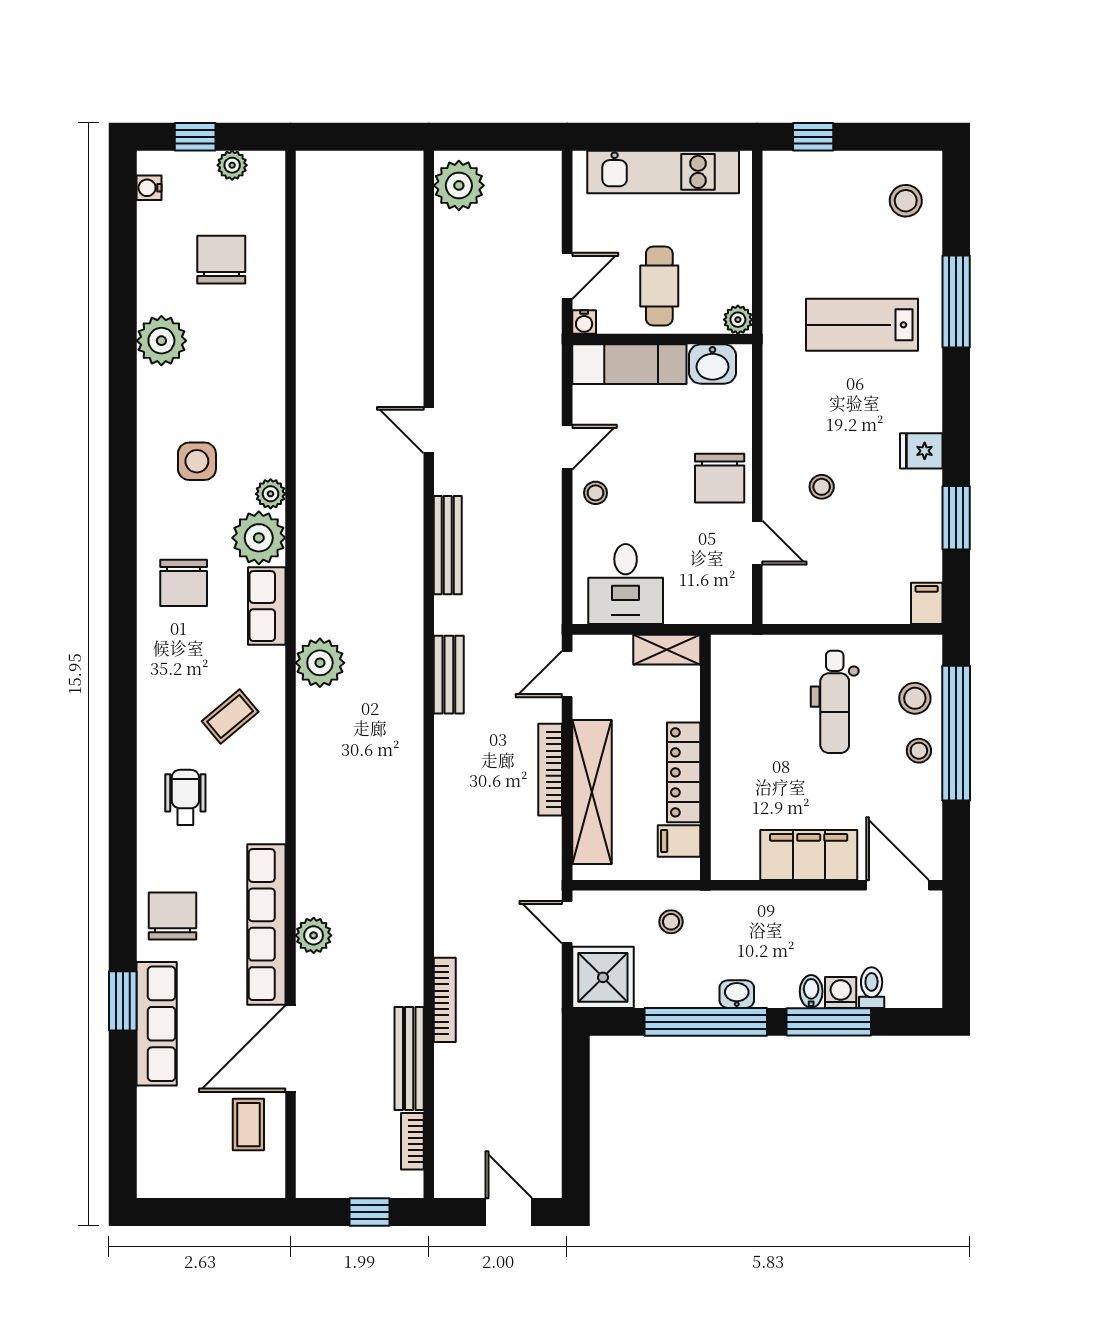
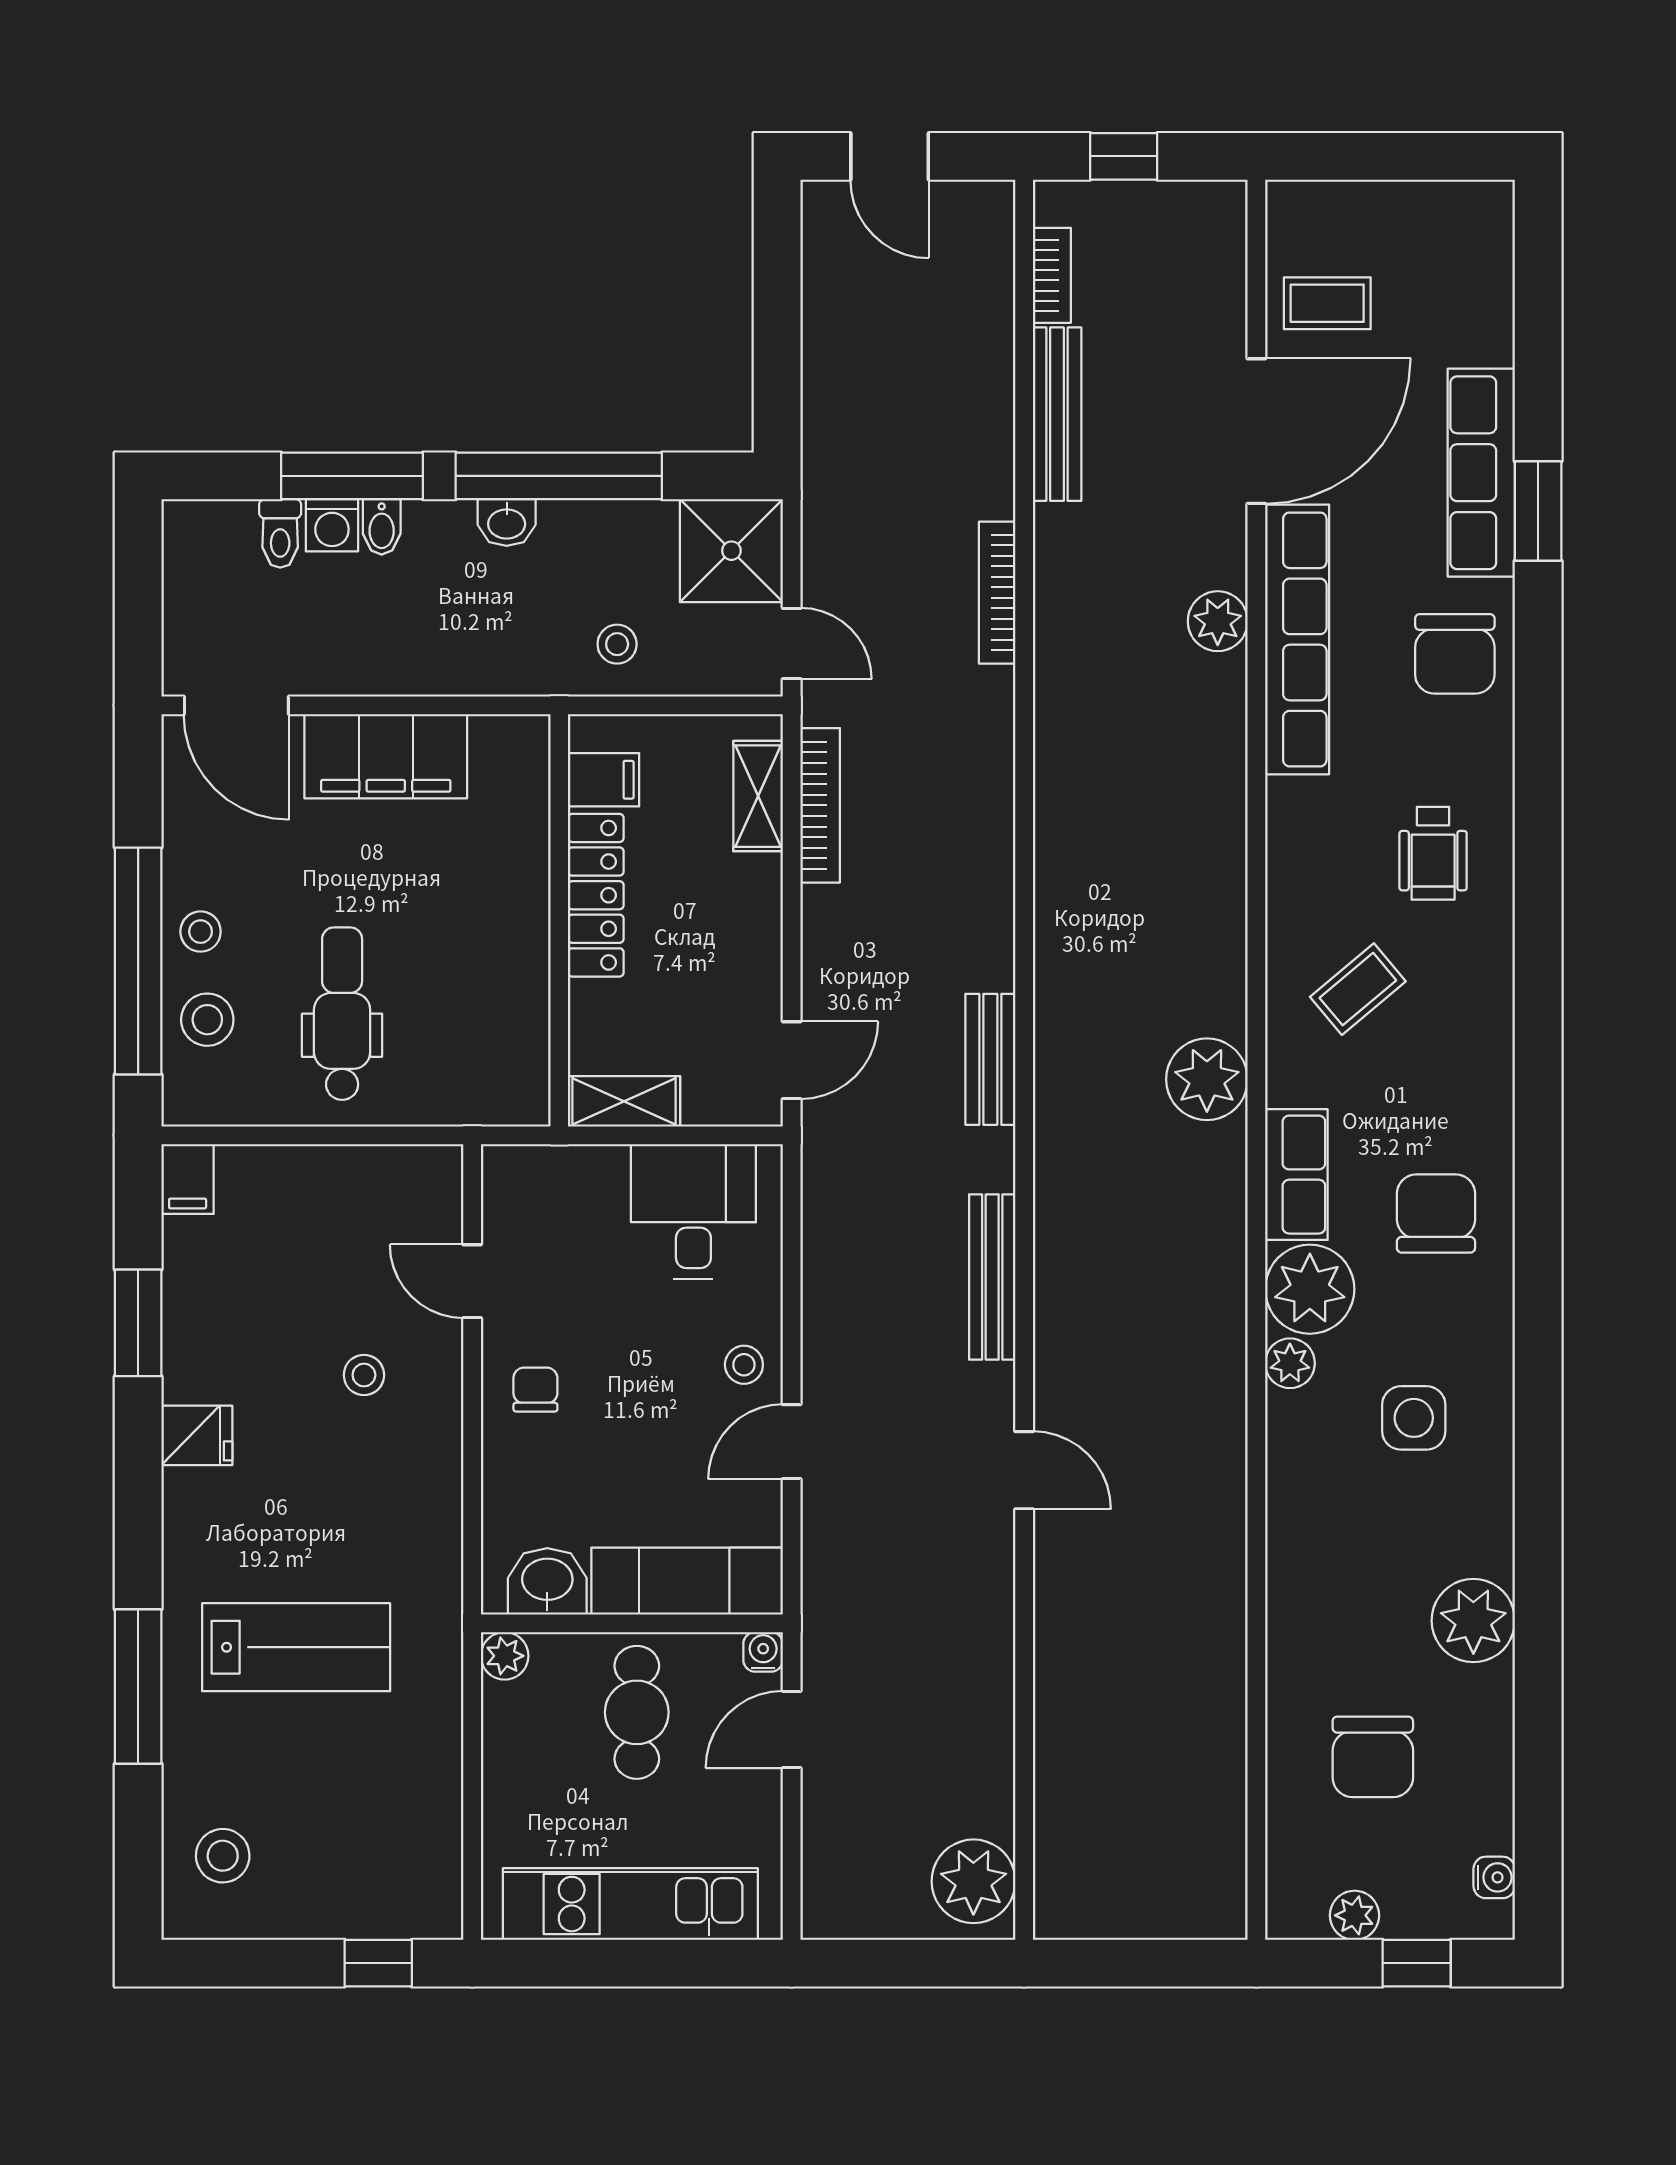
chair: (720, 478) -> (535, 1390), width x0.54, depth x0.54
bookcase: (550, 770) -> (820, 805), moved
shelving: (592, 792) -> (758, 796), width x0.45, depth x0.75
bookcase: (445, 1000) -> (997, 593), moved
coffee table: (248, 1125) -> (1327, 303), turned 90

